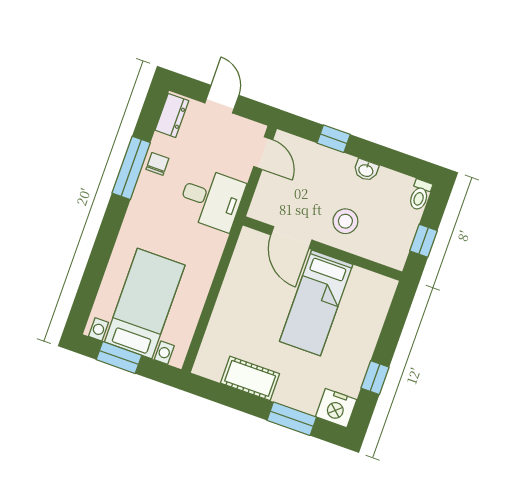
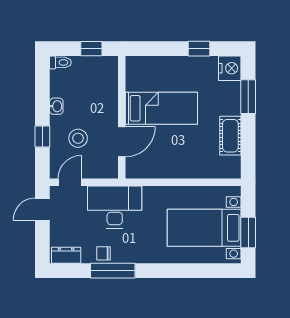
door: (222, 99) -> (42, 209), moved
desk: (211, 199) -> (115, 207), width x1.37
stool: (345, 221) -> (78, 138), moved

